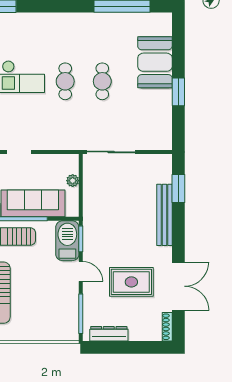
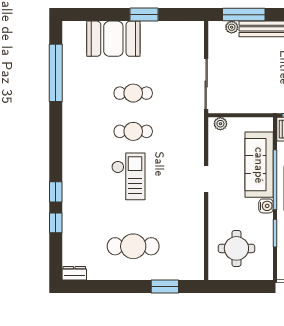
plant: (166, 177) -> (232, 27), added
plant: (73, 181) -> (220, 124), moved
window: (178, 188) -> (244, 15), width x1.44

